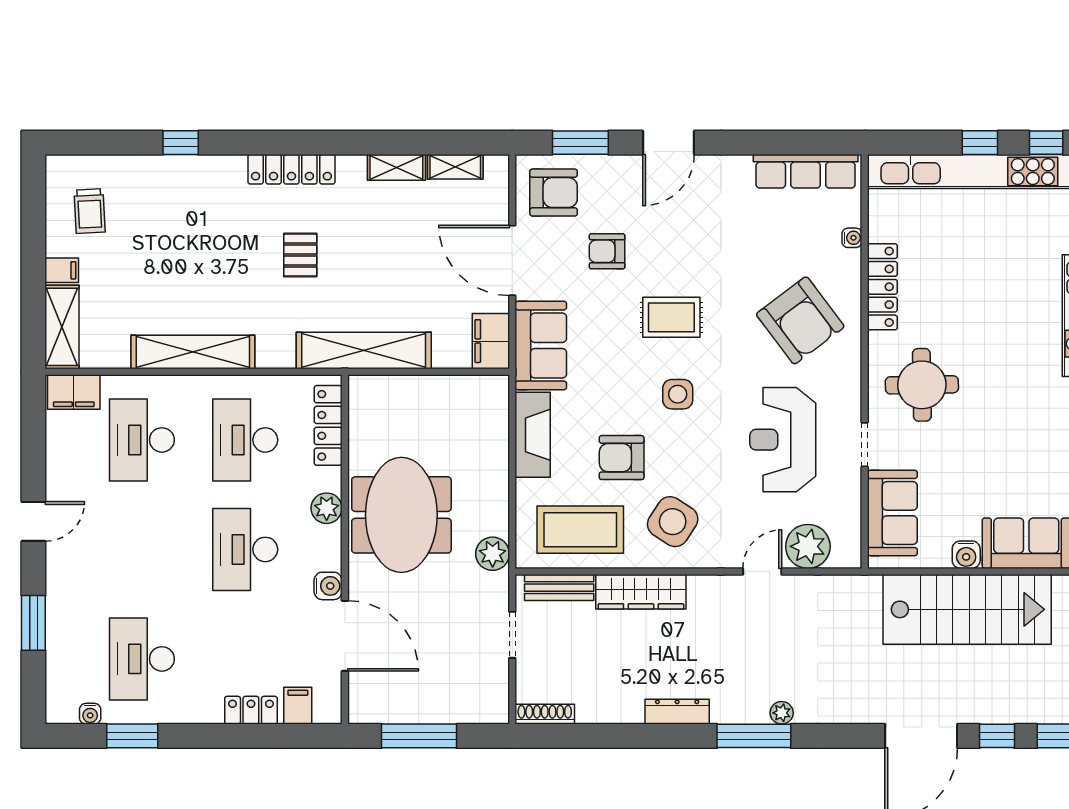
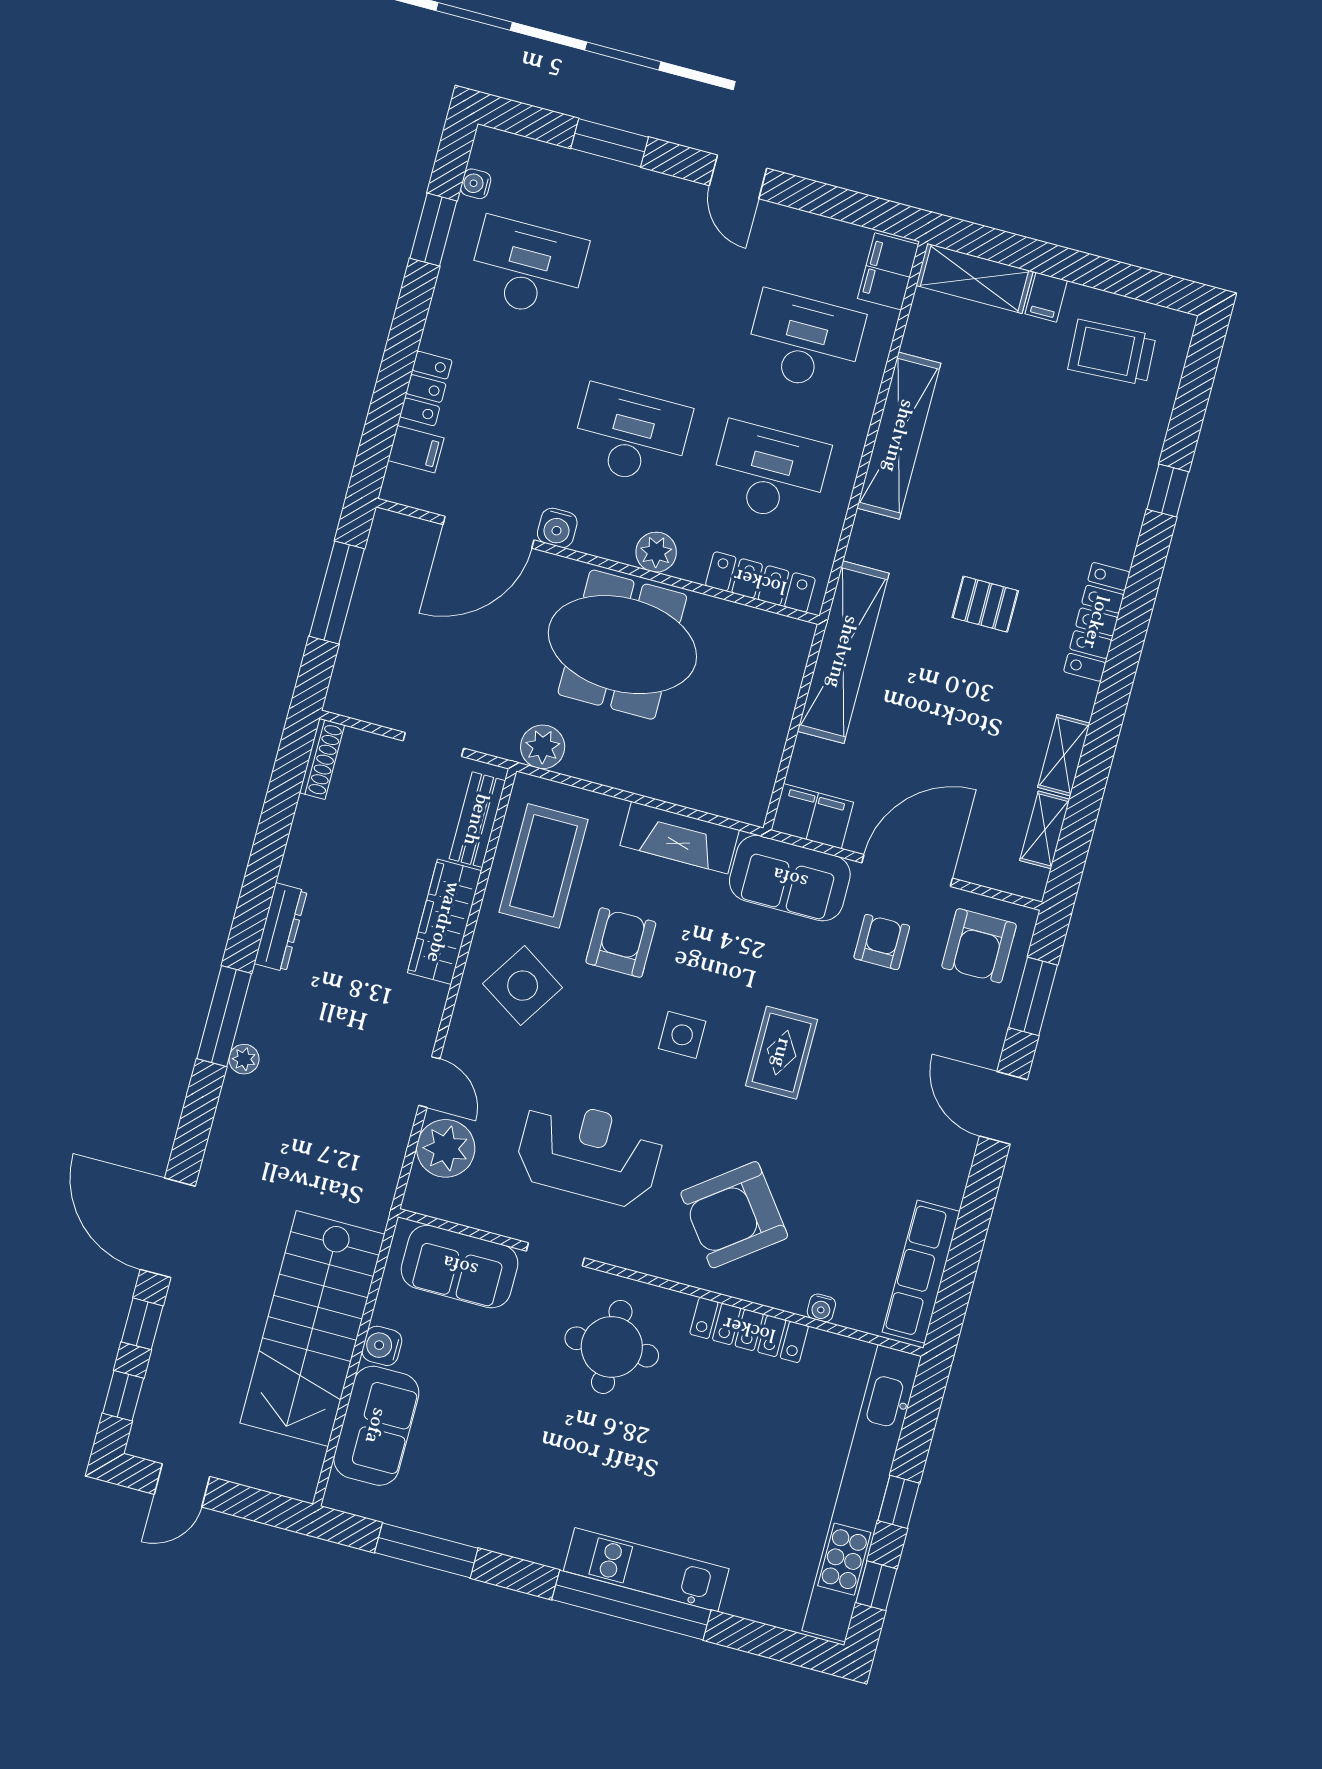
trolley: (90, 211) -> (1112, 352), width x1.36, depth x1.39
armchair: (607, 251) -> (882, 942), moved

